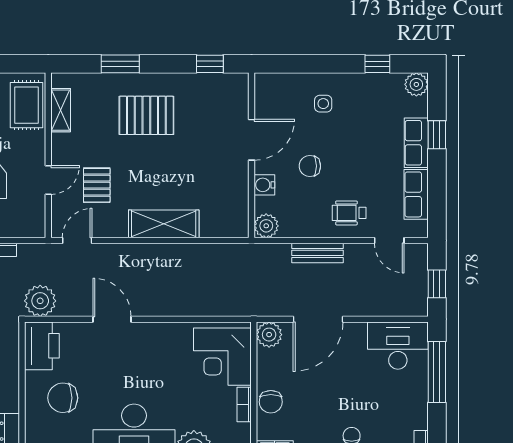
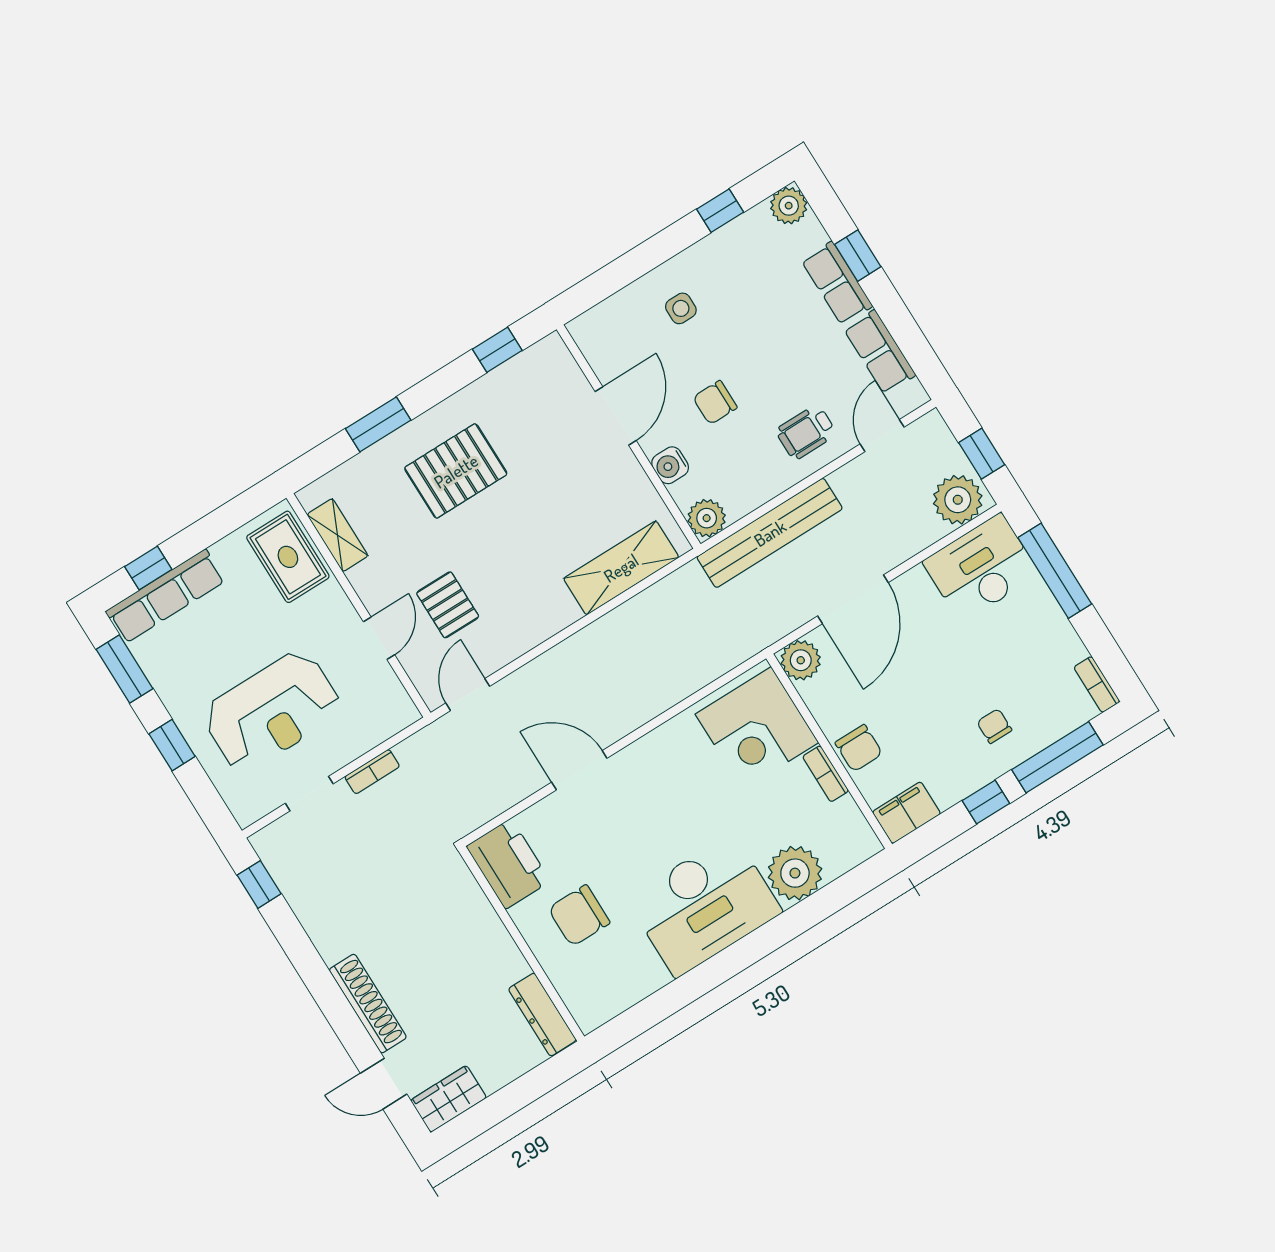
shelving: (164, 224) -> (621, 568), moved
door: (389, 241) -> (882, 436), swing flipped
bench: (318, 253) -> (770, 533), width x1.86, depth x1.21
plant: (40, 301) -> (958, 500), moved

